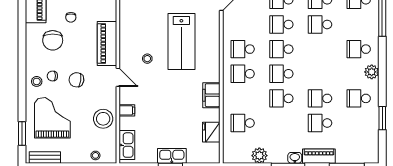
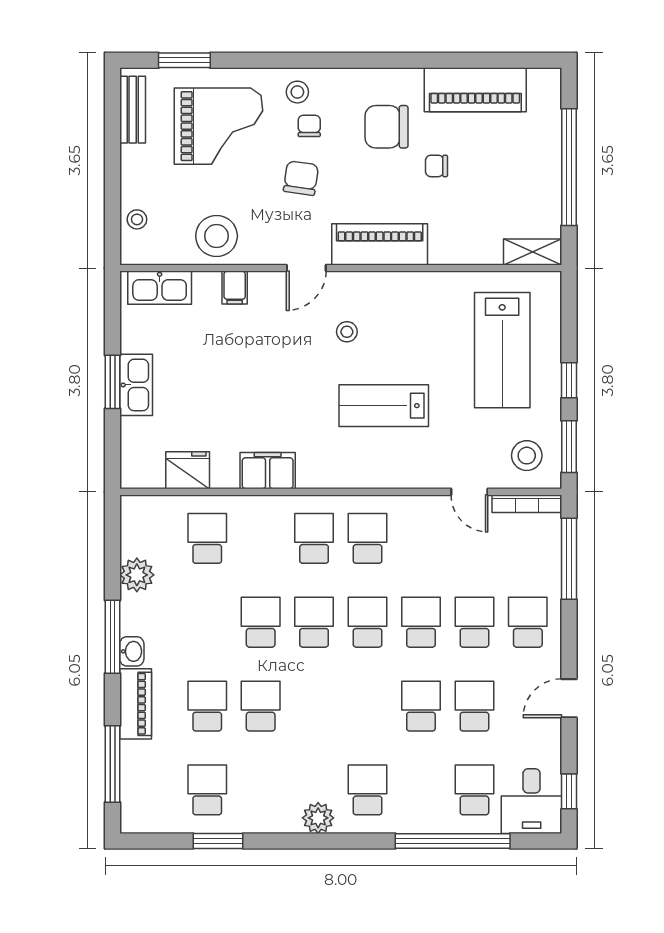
lab bench: (181, 42) -> (384, 406), width x0.73, depth x0.72
school desk: (359, 98) -> (207, 790), moved

